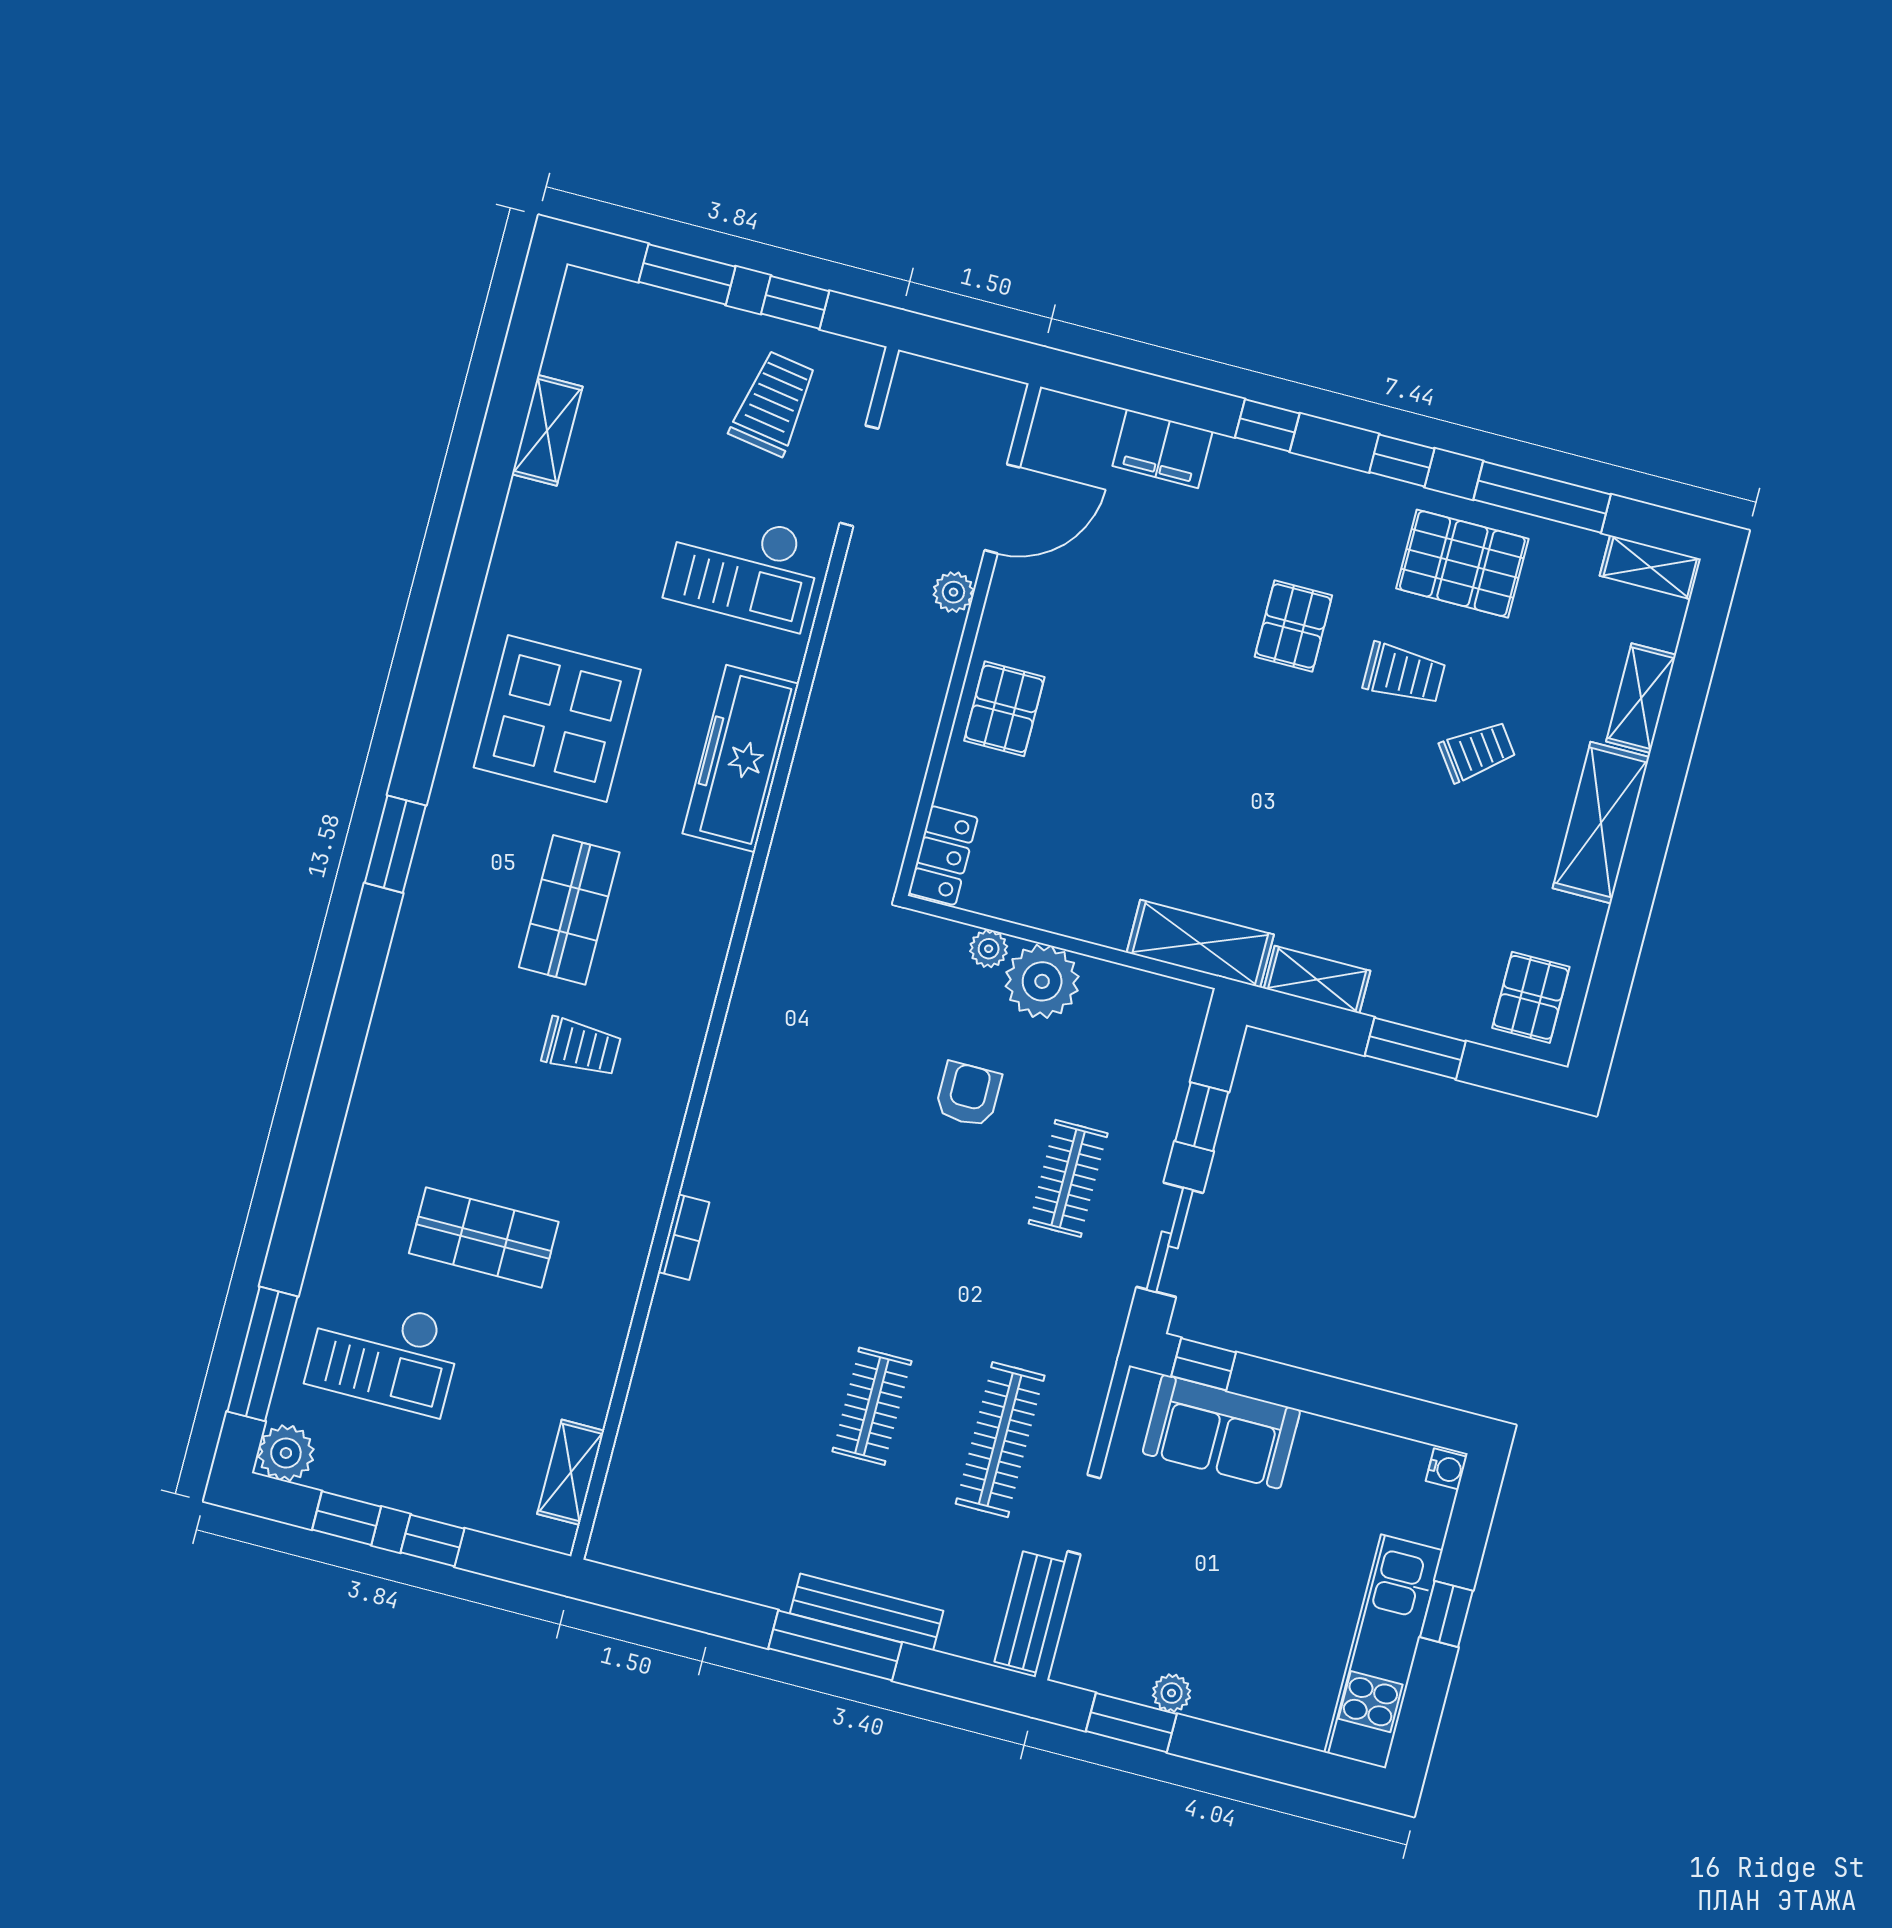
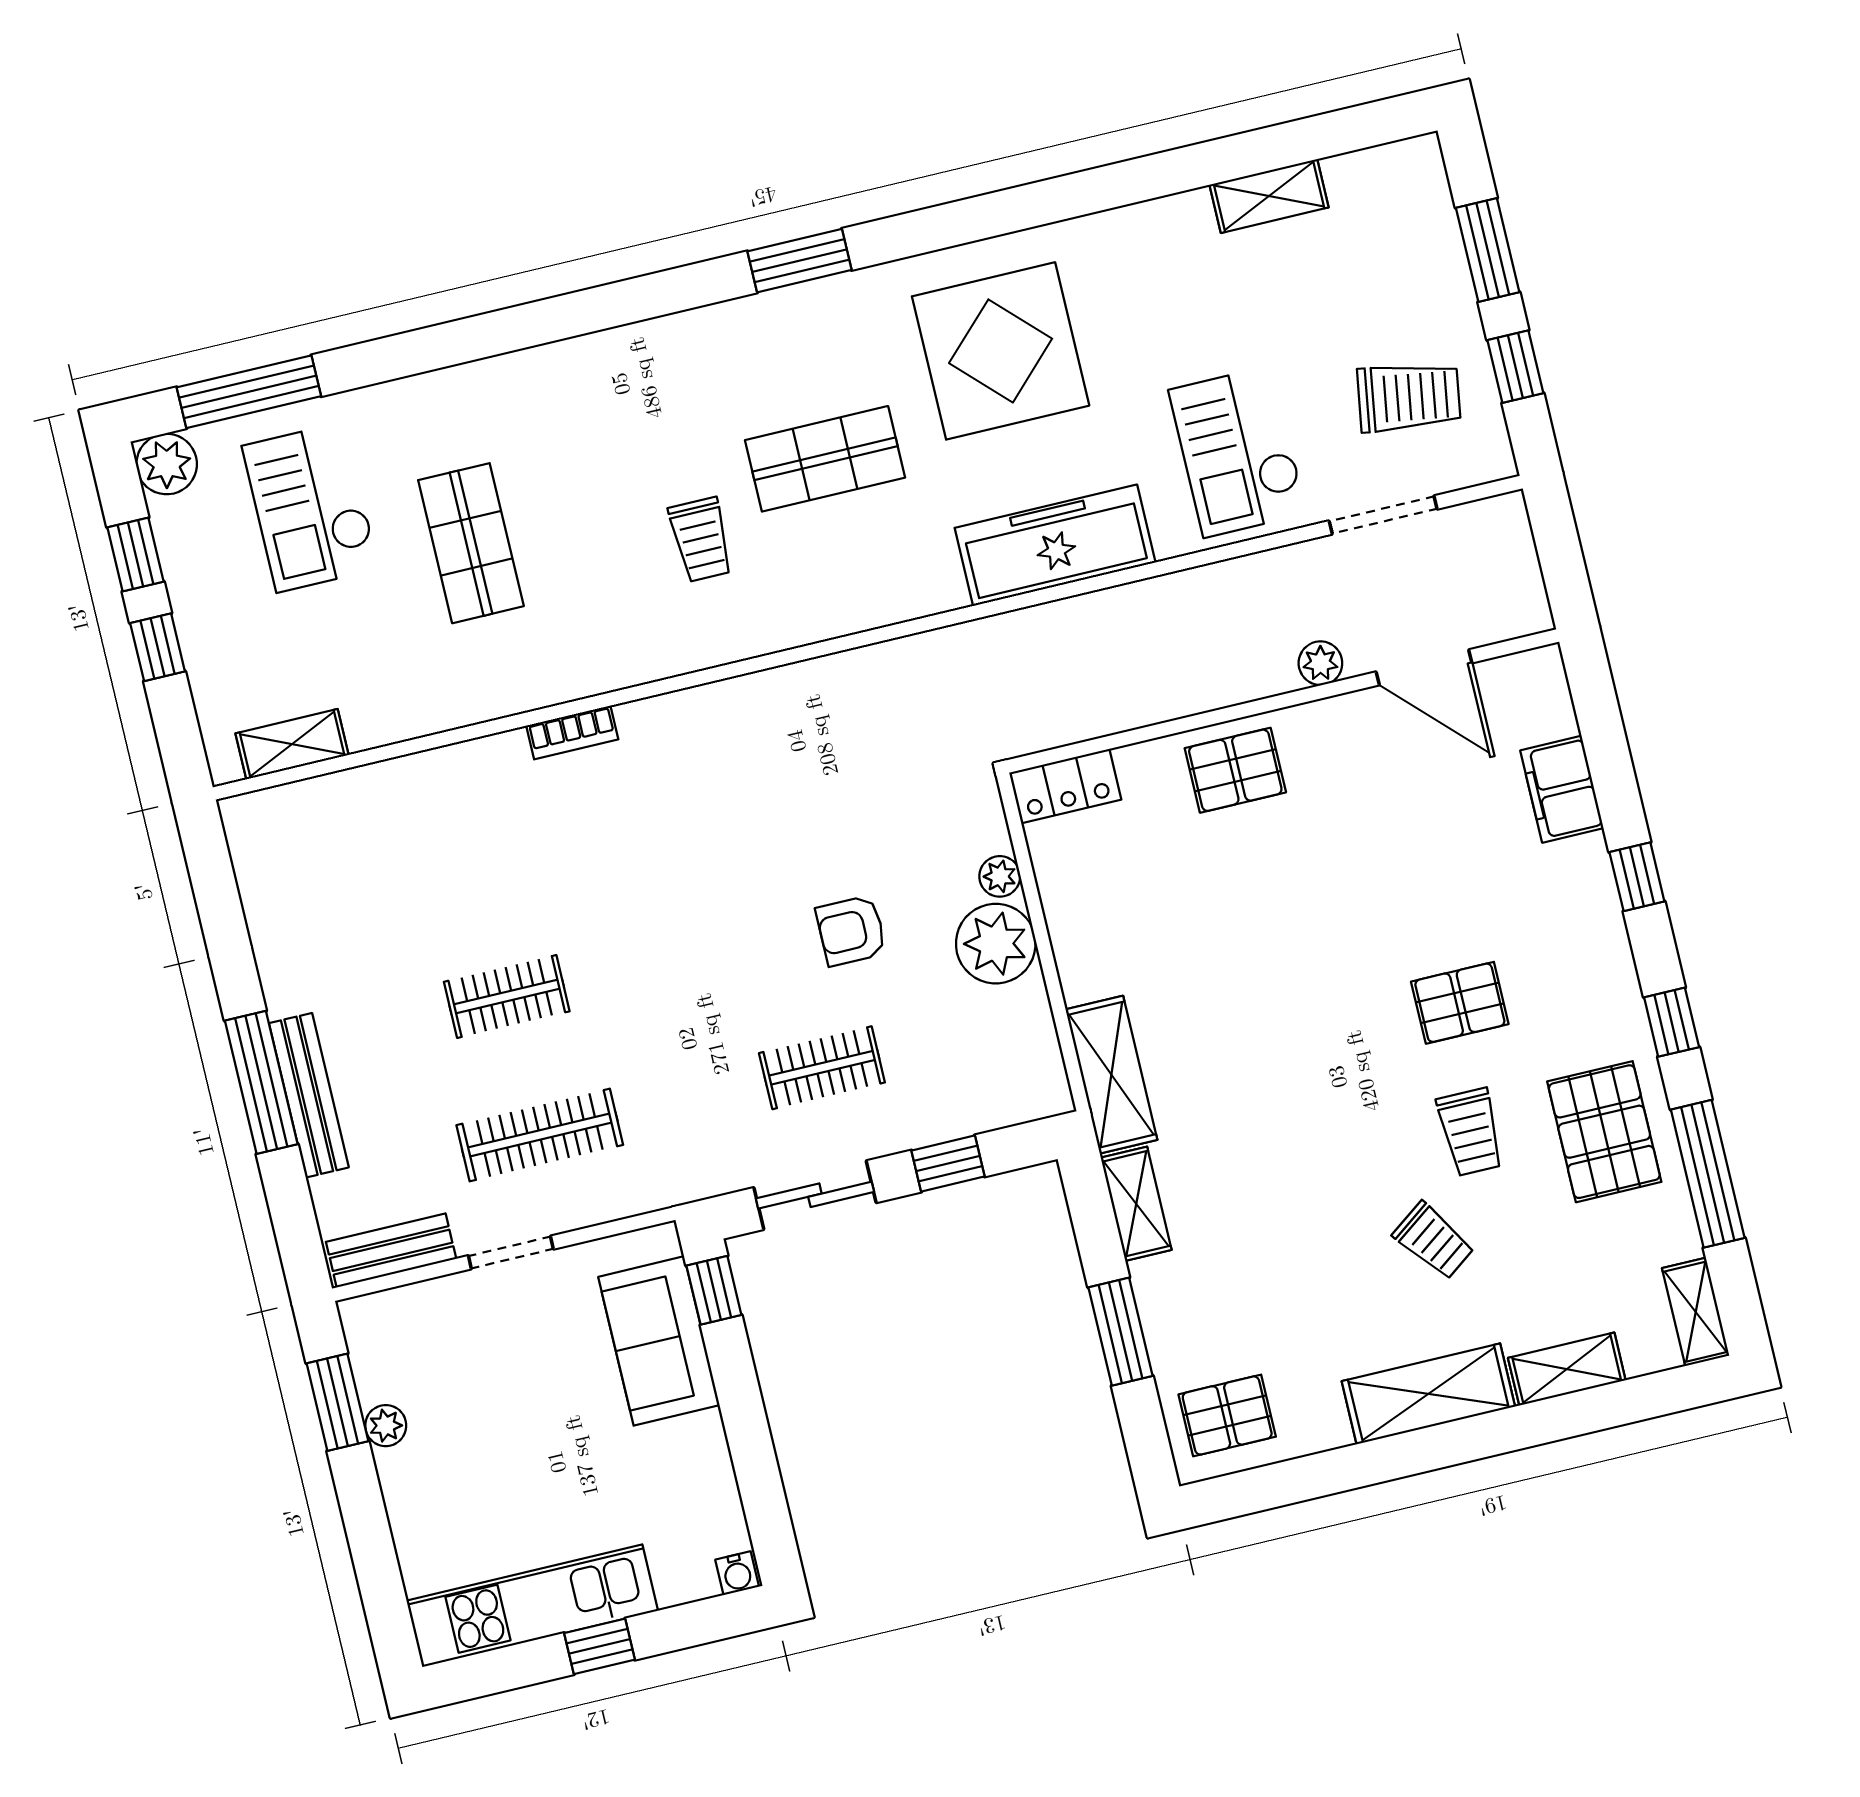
armchair: (968, 1094) -> (851, 931), turned 180

